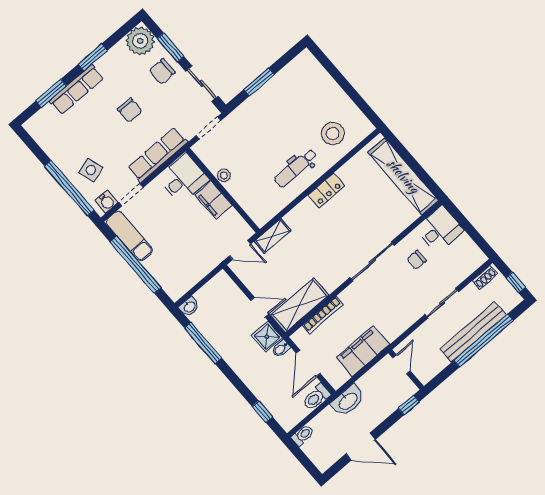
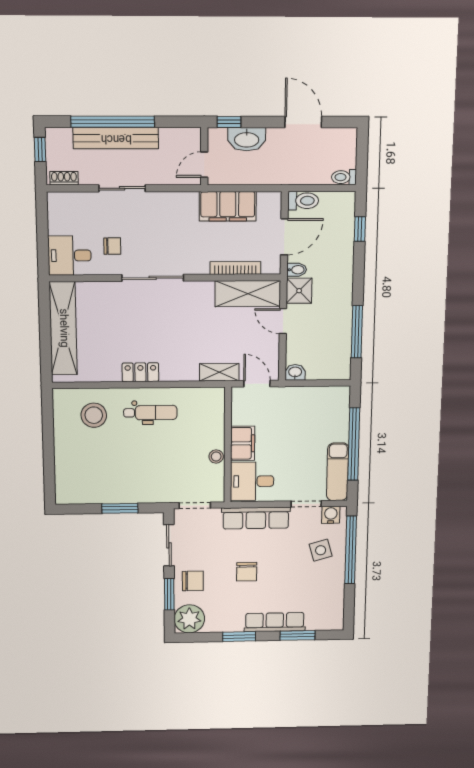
chair: (130, 110) -> (247, 572), turned 180
washbasin: (189, 307) -> (295, 372), moved
washbasin: (348, 401) -> (247, 139), moved, turned 180

